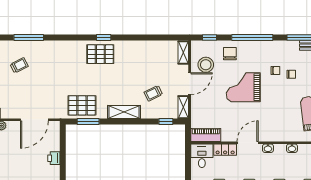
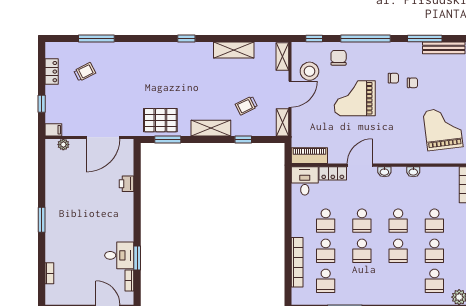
shelving: (143, 47) -> (234, 50), added
pallet: (100, 54) -> (182, 58), removed
window: (166, 121) -> (243, 140), moved

